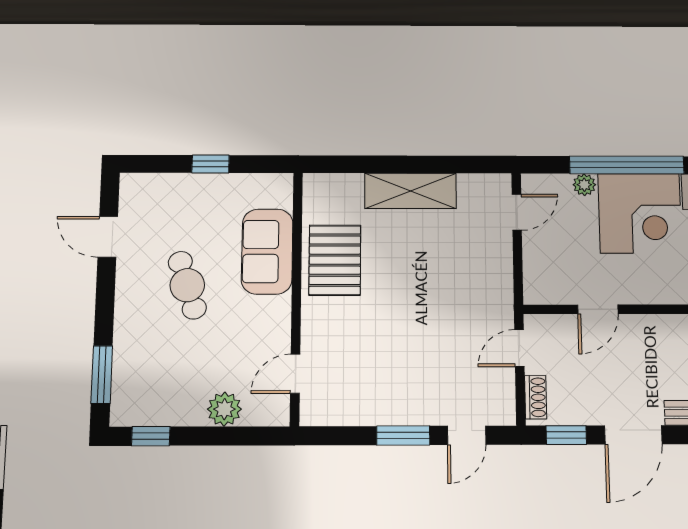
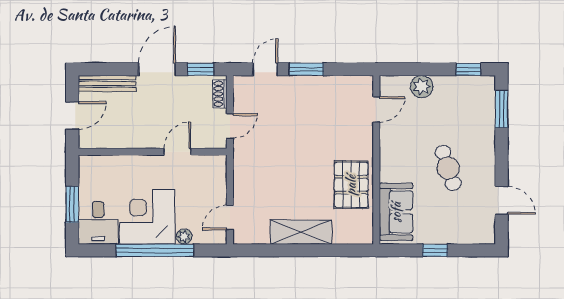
sofa: (267, 251) -> (396, 212), moved

